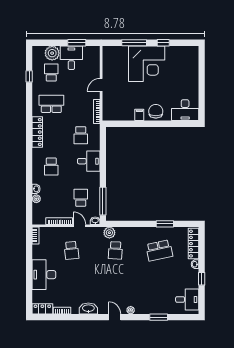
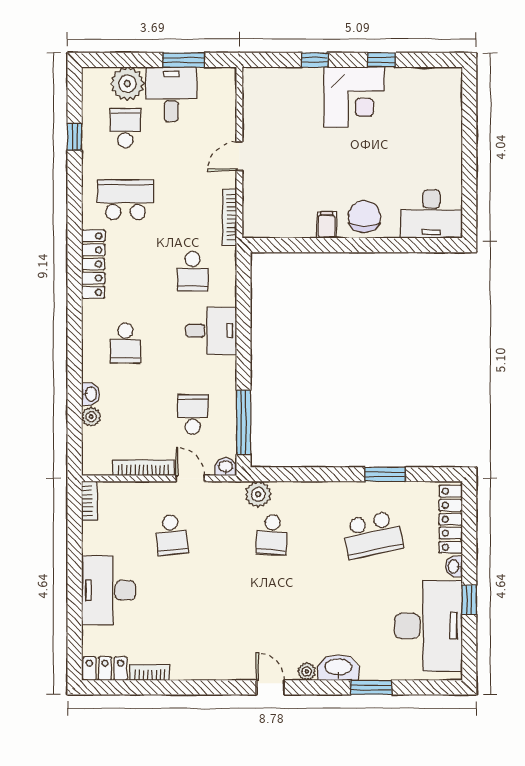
window: (134, 43) -> (315, 60), width x0.46
corner desk: (147, 64) -> (354, 97), width x0.74, depth x0.74
desk: (187, 299) -> (428, 626), width x1.87, depth x1.30
washbasin: (88, 309) -> (338, 668), moved

